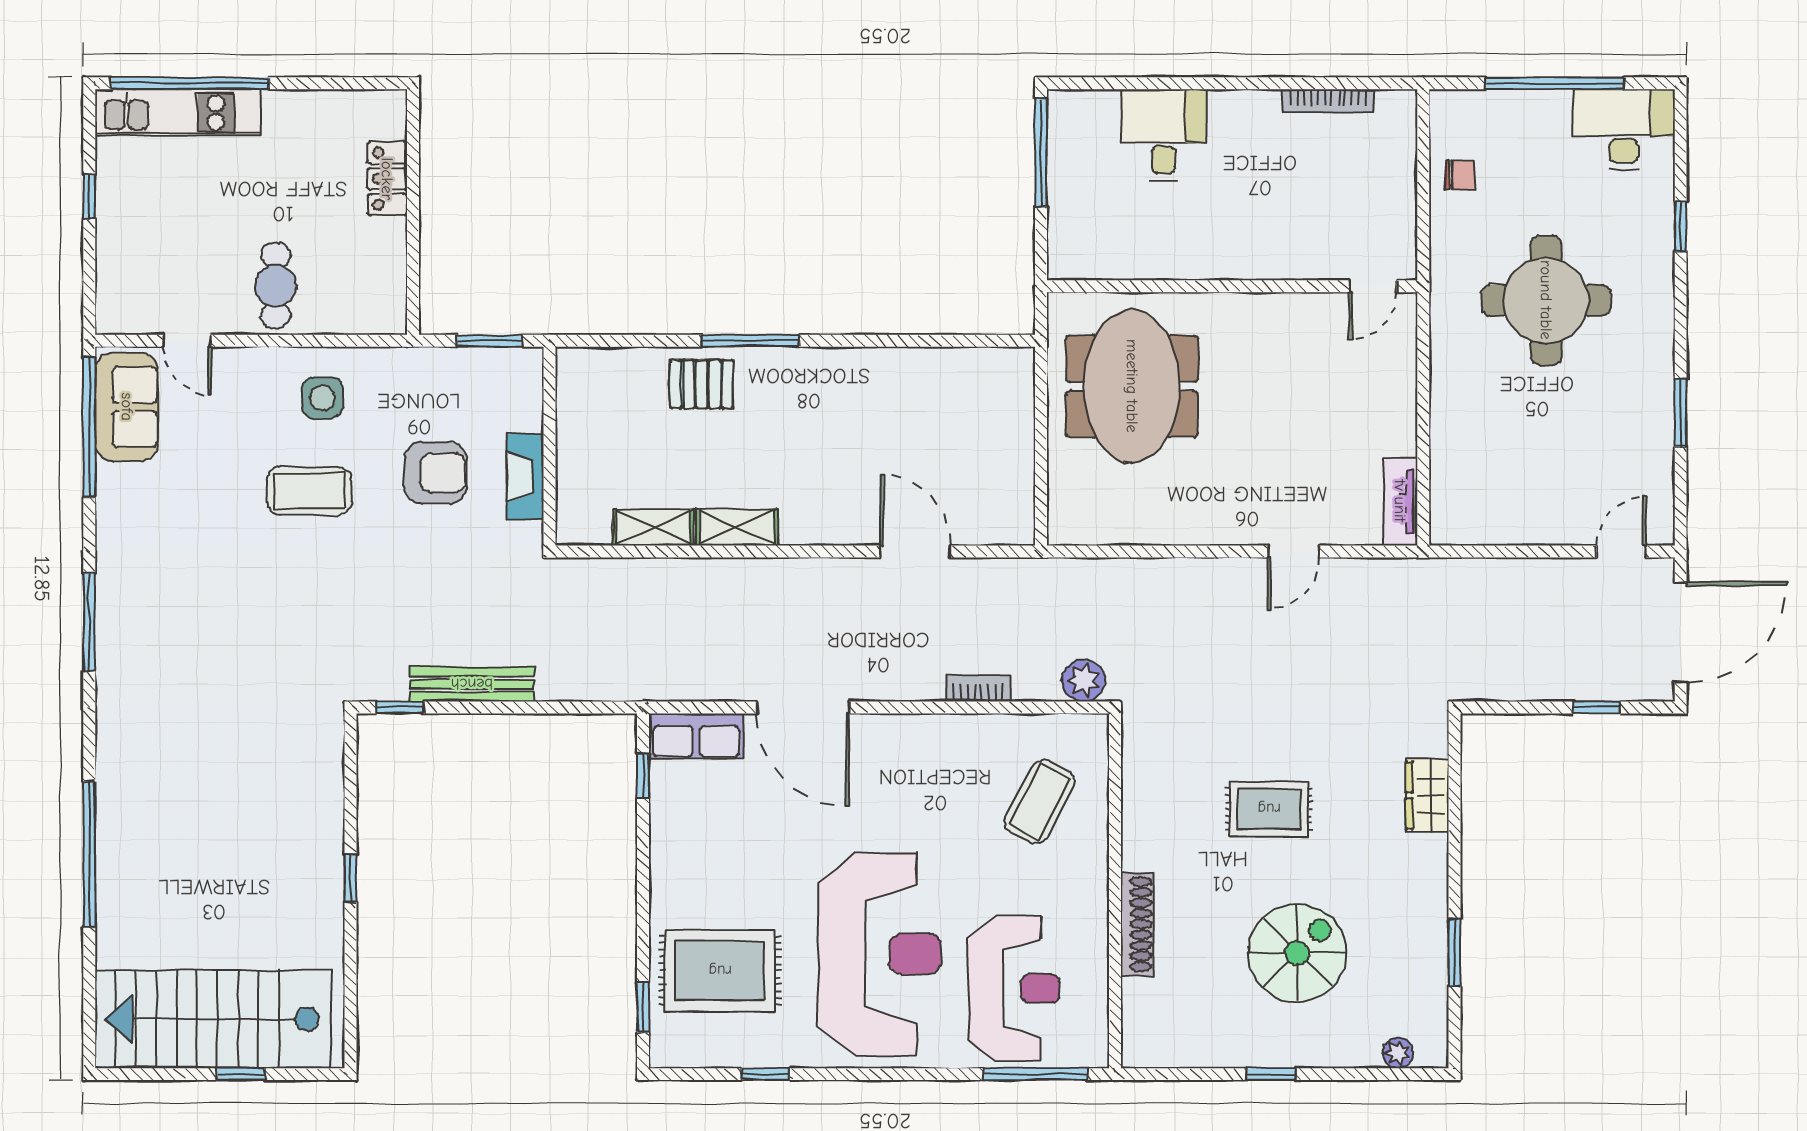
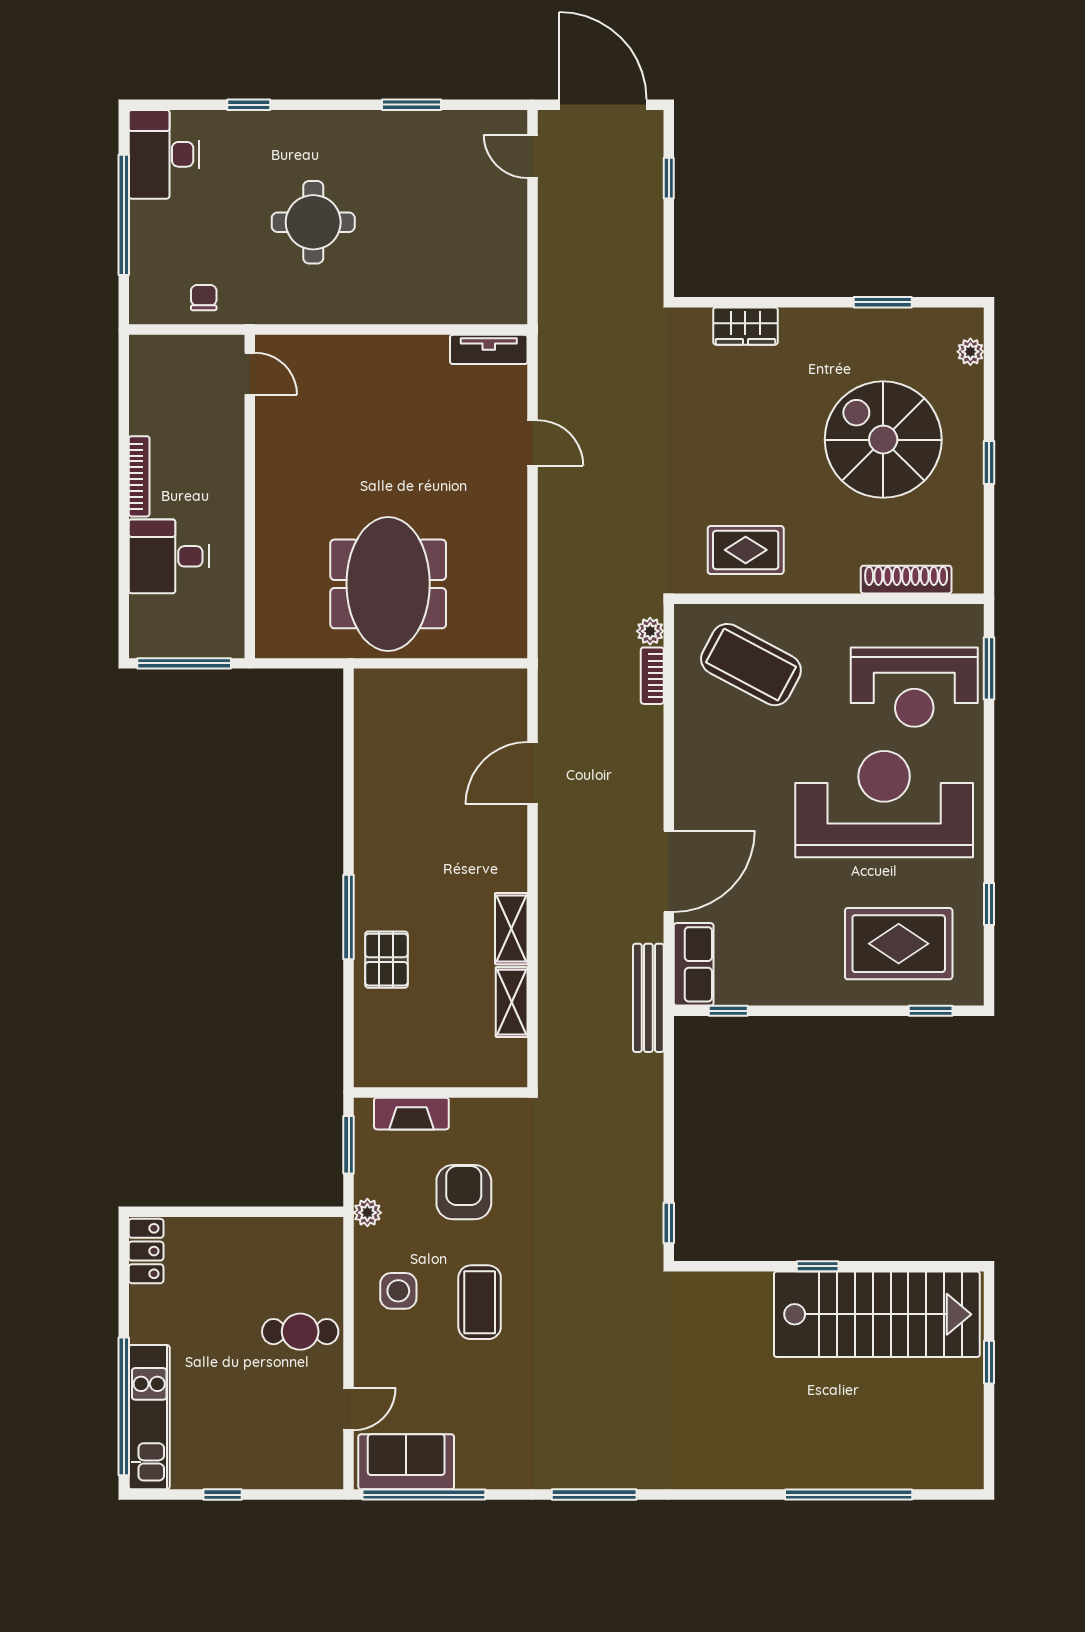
bookcase: (1328, 101) -> (139, 476), moved
locker: (387, 179) -> (146, 1251), moved, turned -90
wall: (1232, 286) -> (250, 496), moved
door: (1373, 286) -> (250, 374), moved
round table: (1546, 300) -> (313, 222), width x0.73, depth x0.73
plant: (412, 362) -> (367, 1213), added
meeting table: (1132, 386) -> (388, 584), turned 90
fireplace: (525, 477) -> (411, 1114), moved
plant: (1084, 680) -> (650, 631), width x0.73, depth x0.73
bench: (472, 684) -> (648, 998), moved
bookcase: (978, 689) -> (652, 676), moved
coffee table: (1040, 802) -> (751, 665), width x1.36, depth x1.32
rug: (1269, 809) -> (746, 550), moved, turned 90
window: (89, 854) -> (849, 1495), moved
shoe rack: (1137, 924) -> (906, 580), moved
spiral stairs: (1297, 953) -> (883, 440), width x1.37, depth x1.37
rug: (720, 971) -> (899, 944), turned 90
reception desk: (1014, 989) -> (914, 687), turned 180
stairs: (213, 1019) -> (877, 1314), moved, turned -90
window: (1035, 1074) -> (989, 668), width x0.69

